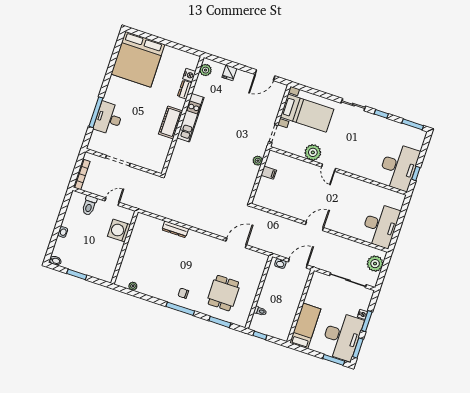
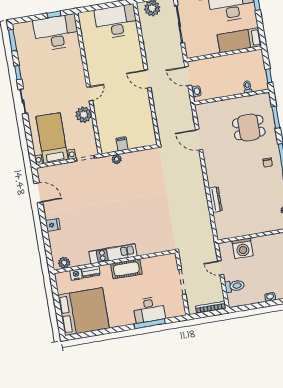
plant: (206, 70) -> (64, 263), moved
nightstand: (189, 75) -> (76, 275), moved
dresser: (185, 90) -> (91, 272), moved
wall: (183, 116) -> (115, 261), moved
kitchen unit: (190, 118) -> (113, 254), moved
cot: (171, 122) -> (126, 269), moved

